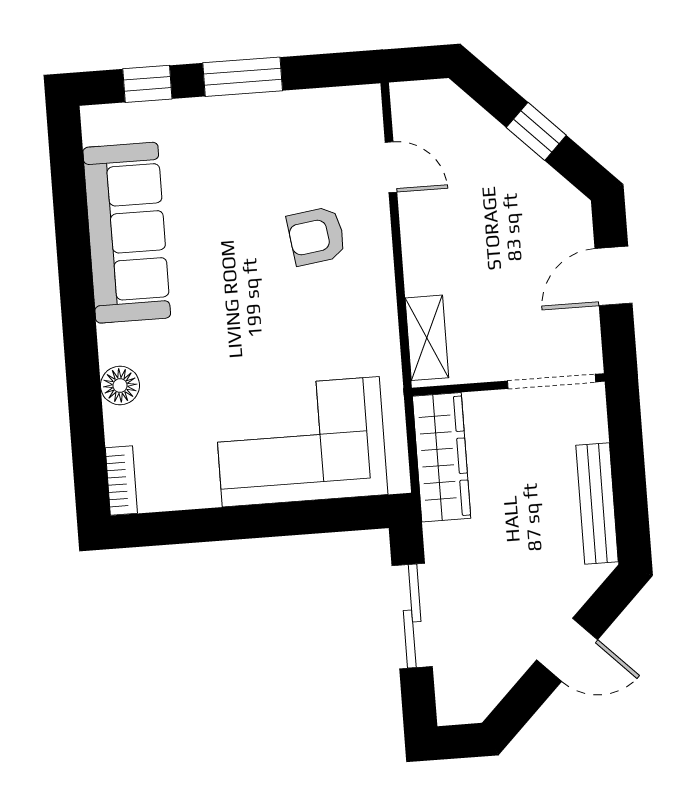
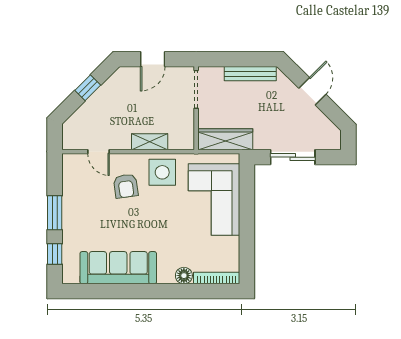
door: (391, 167) -> (99, 152), swing flipped
door: (614, 276) -> (153, 59), hinge flipped
side table: (354, 318) -> (162, 172), added
shelving: (427, 338) -> (150, 142), moved
bookcase: (121, 481) -> (217, 278), width x1.56

